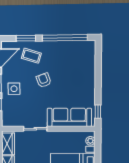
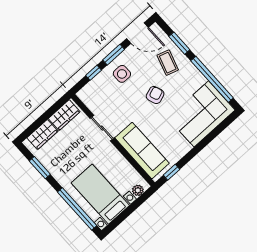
corner sofa: (80, 63) -> (201, 114), added

